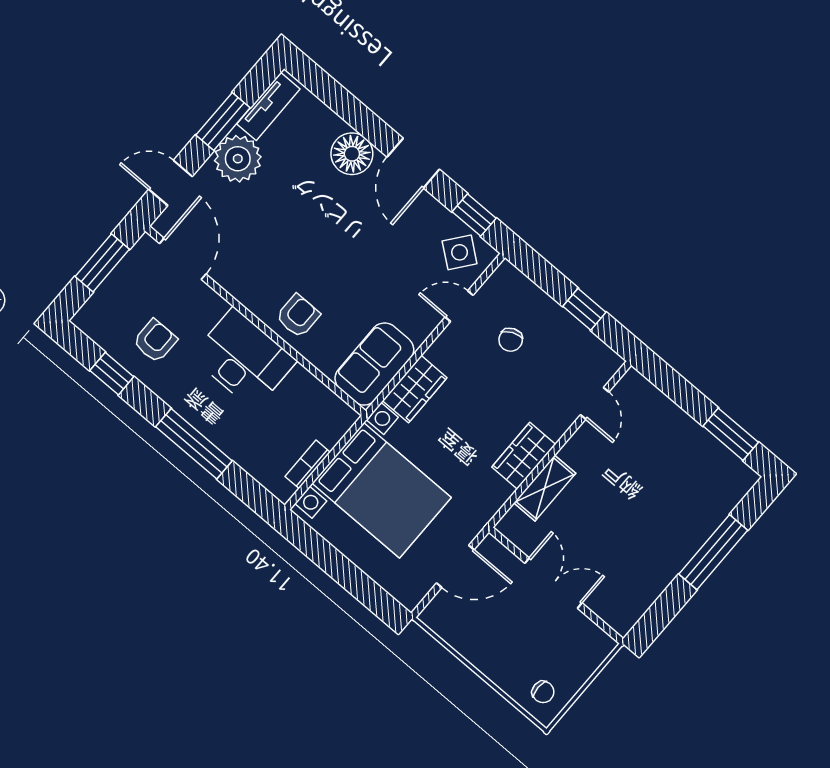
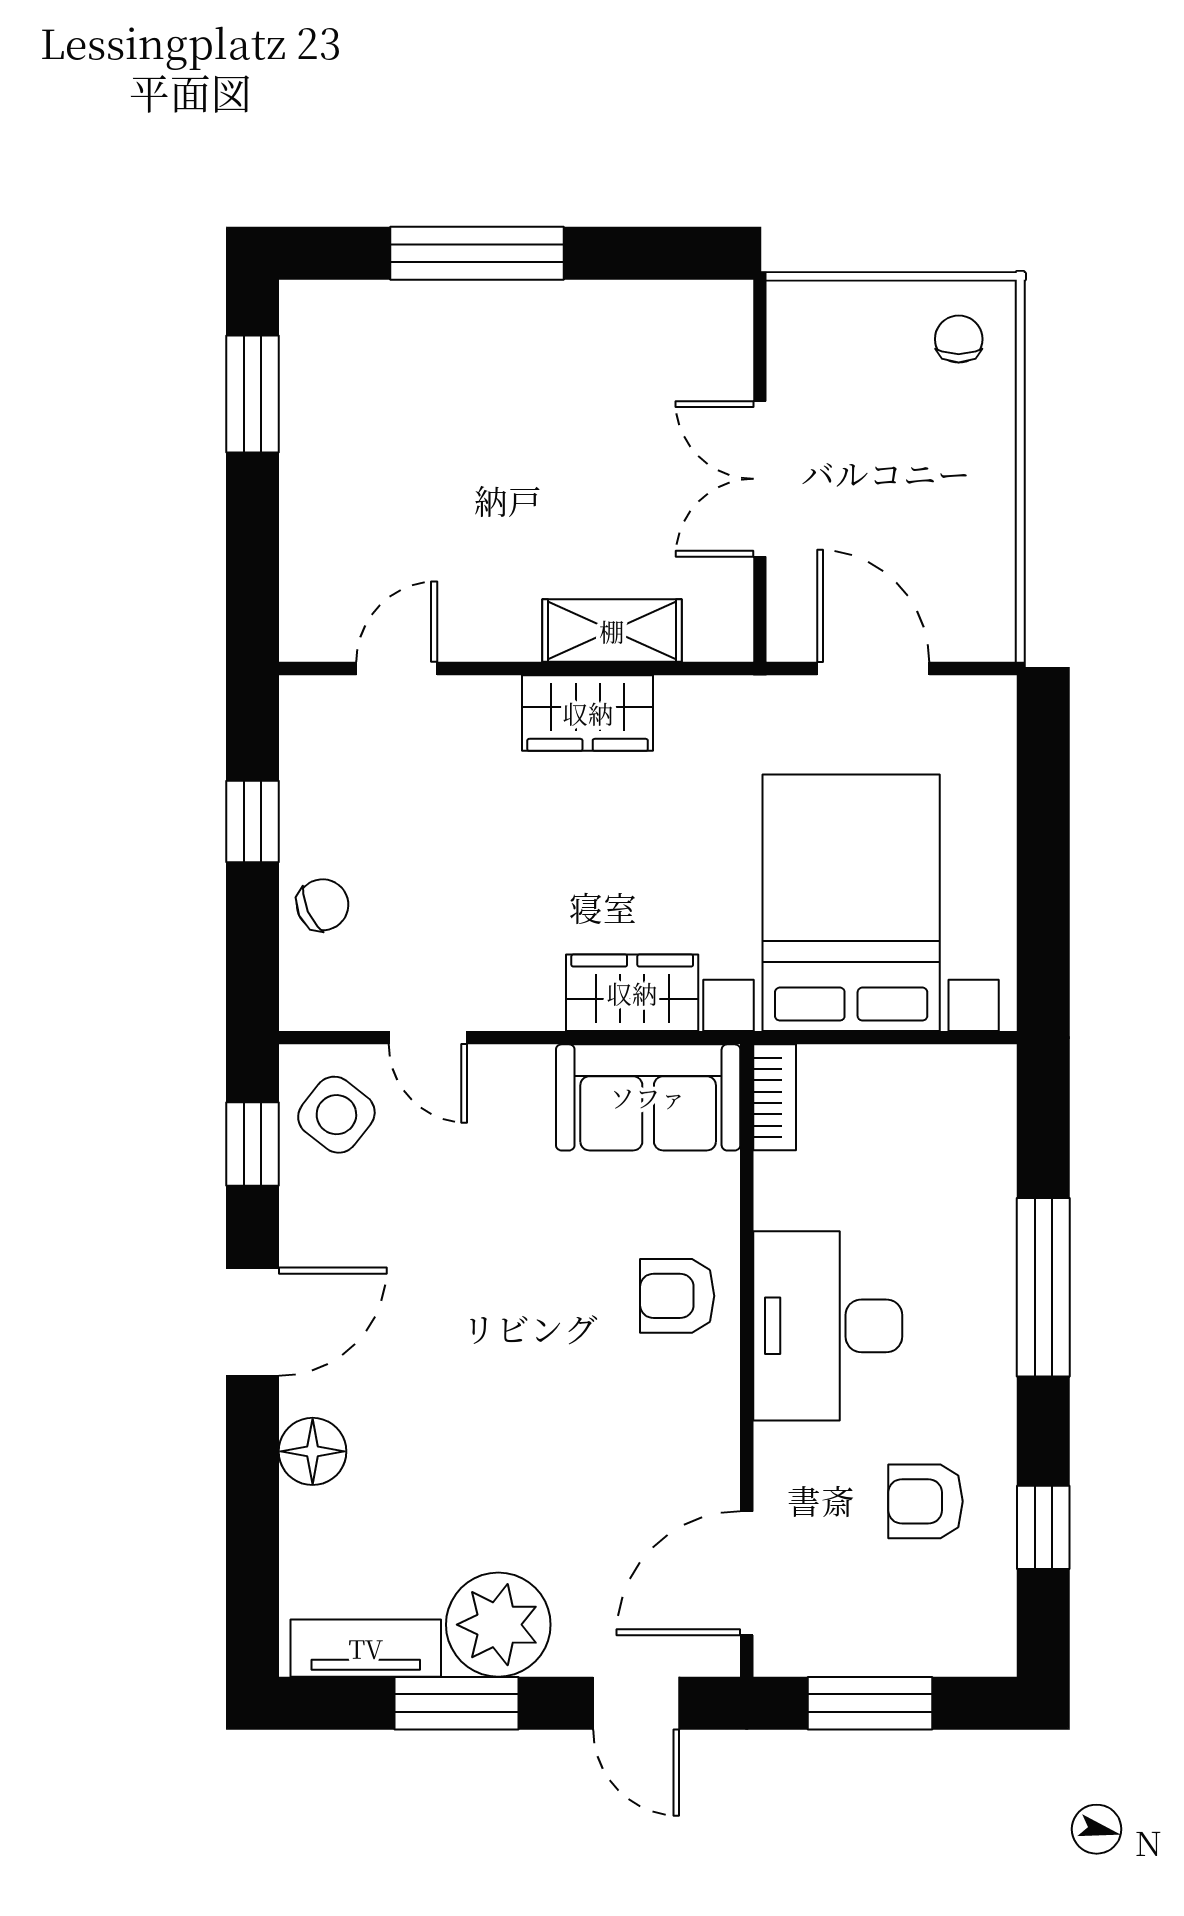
floor lamp: (352, 154) -> (313, 1451), width x0.73, depth x0.73
chair: (511, 340) -> (323, 905), moved
bookcase: (308, 464) -> (775, 1097), moved, turned -90

